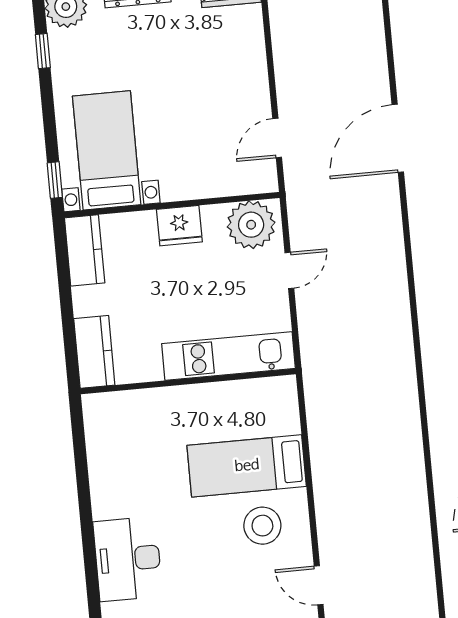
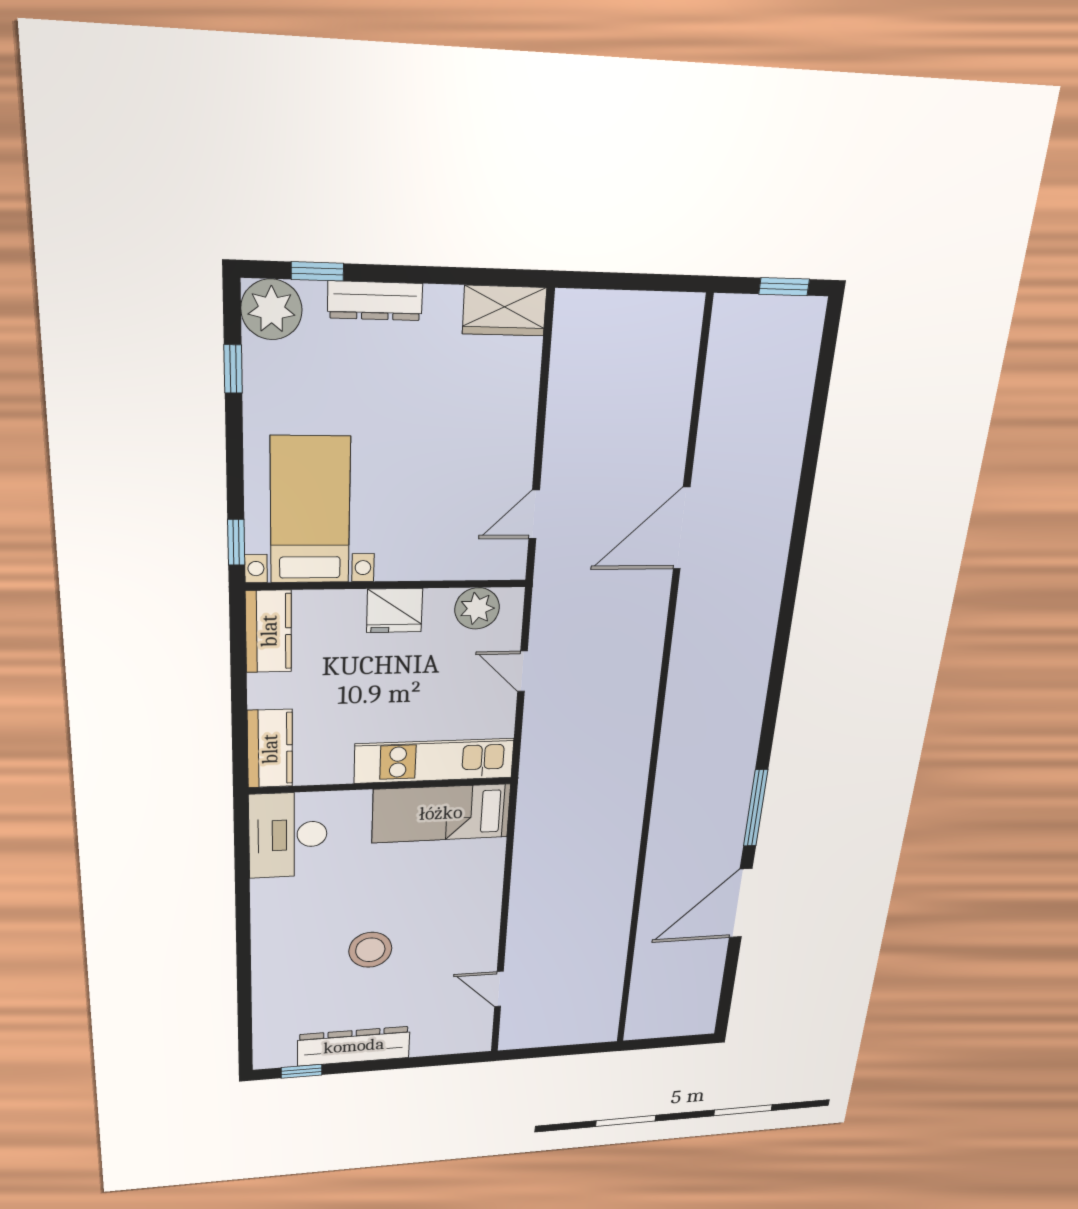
plant: (251, 225) -> (477, 608), width x0.73, depth x0.73
door: (289, 270) -> (522, 671), swing flipped
bed: (247, 466) -> (441, 813), moved
stool: (262, 526) -> (370, 950), moved
desk: (128, 559) -> (288, 835), moved

